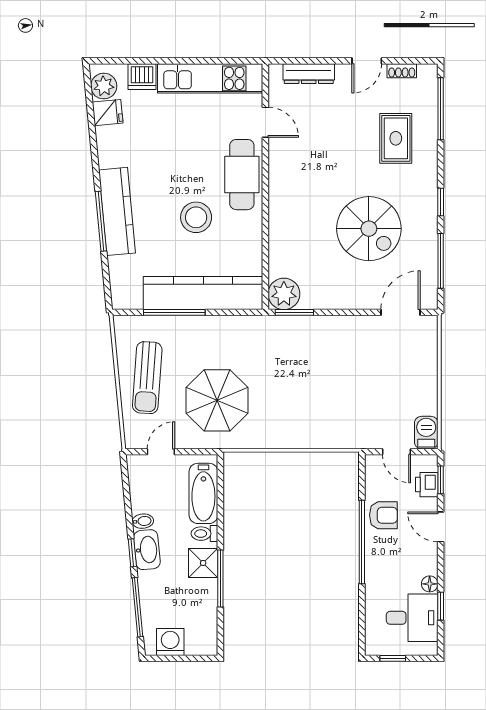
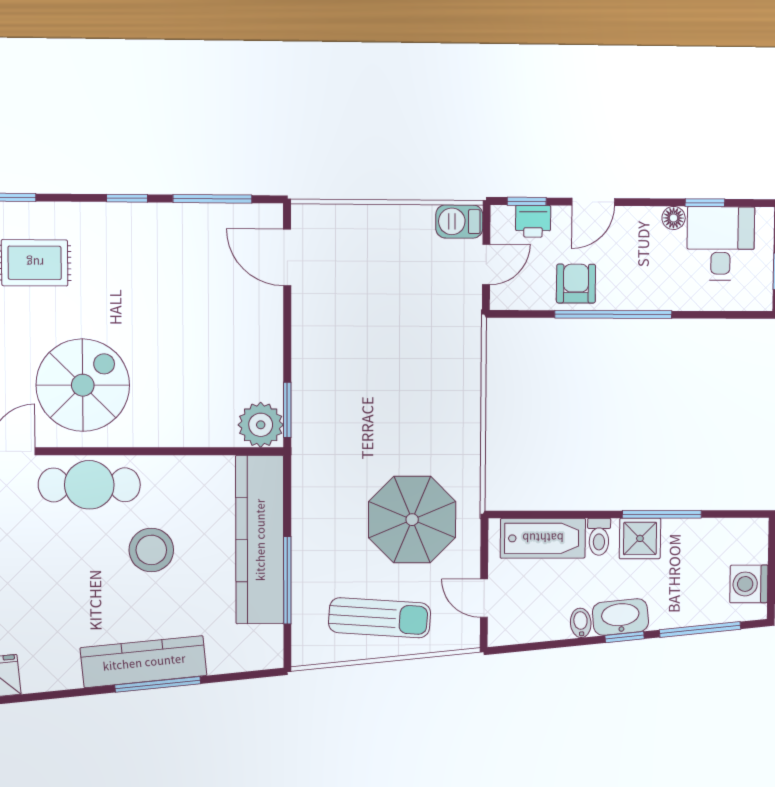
spiral stairs: (369, 229) -> (83, 385), moved

